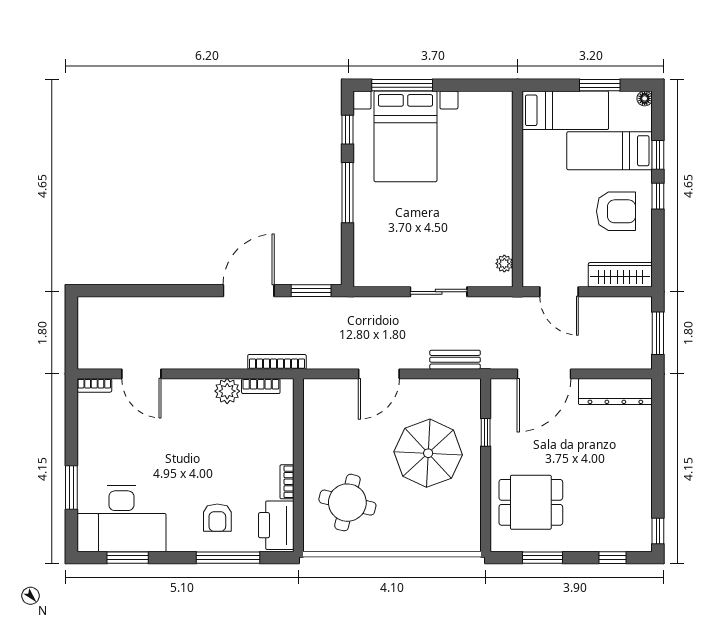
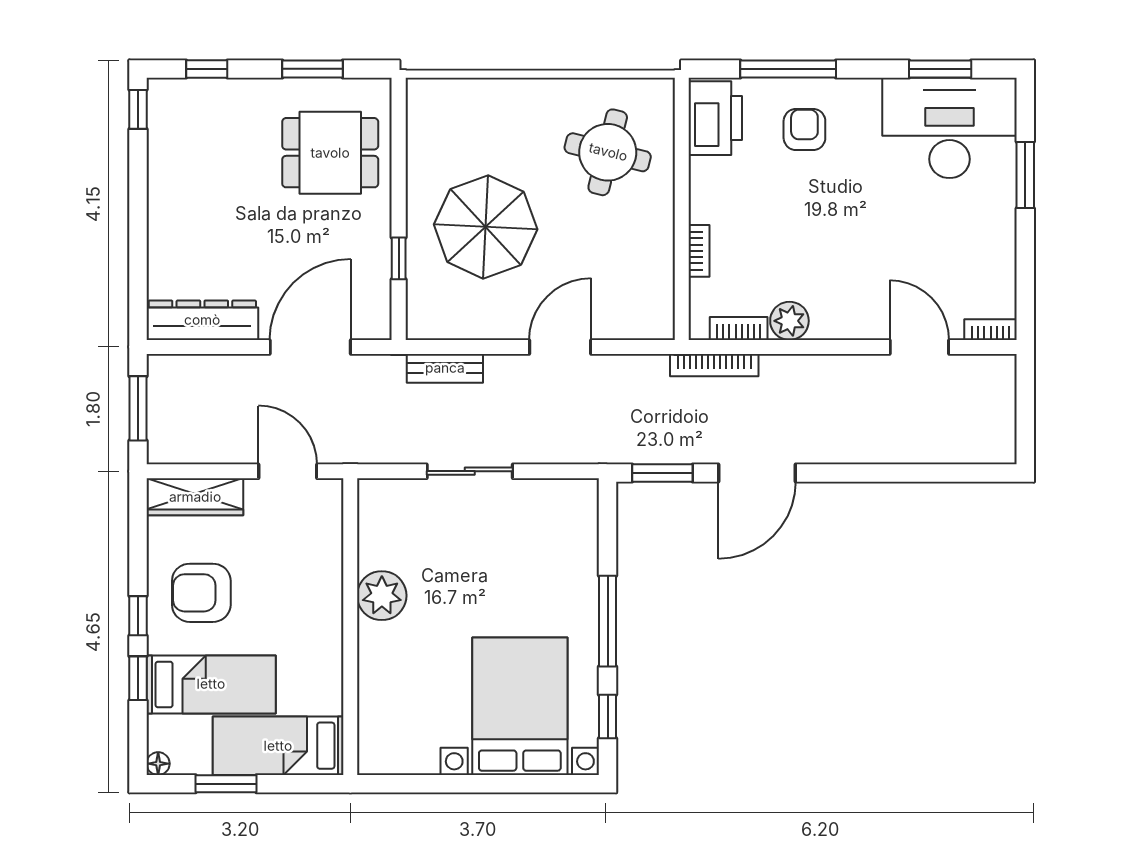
window: (402, 85) -> (525, 784), removed
plant: (504, 264) -> (382, 596), moved, width x1.87, depth x1.87
bookcase: (287, 482) -> (699, 251), moved

